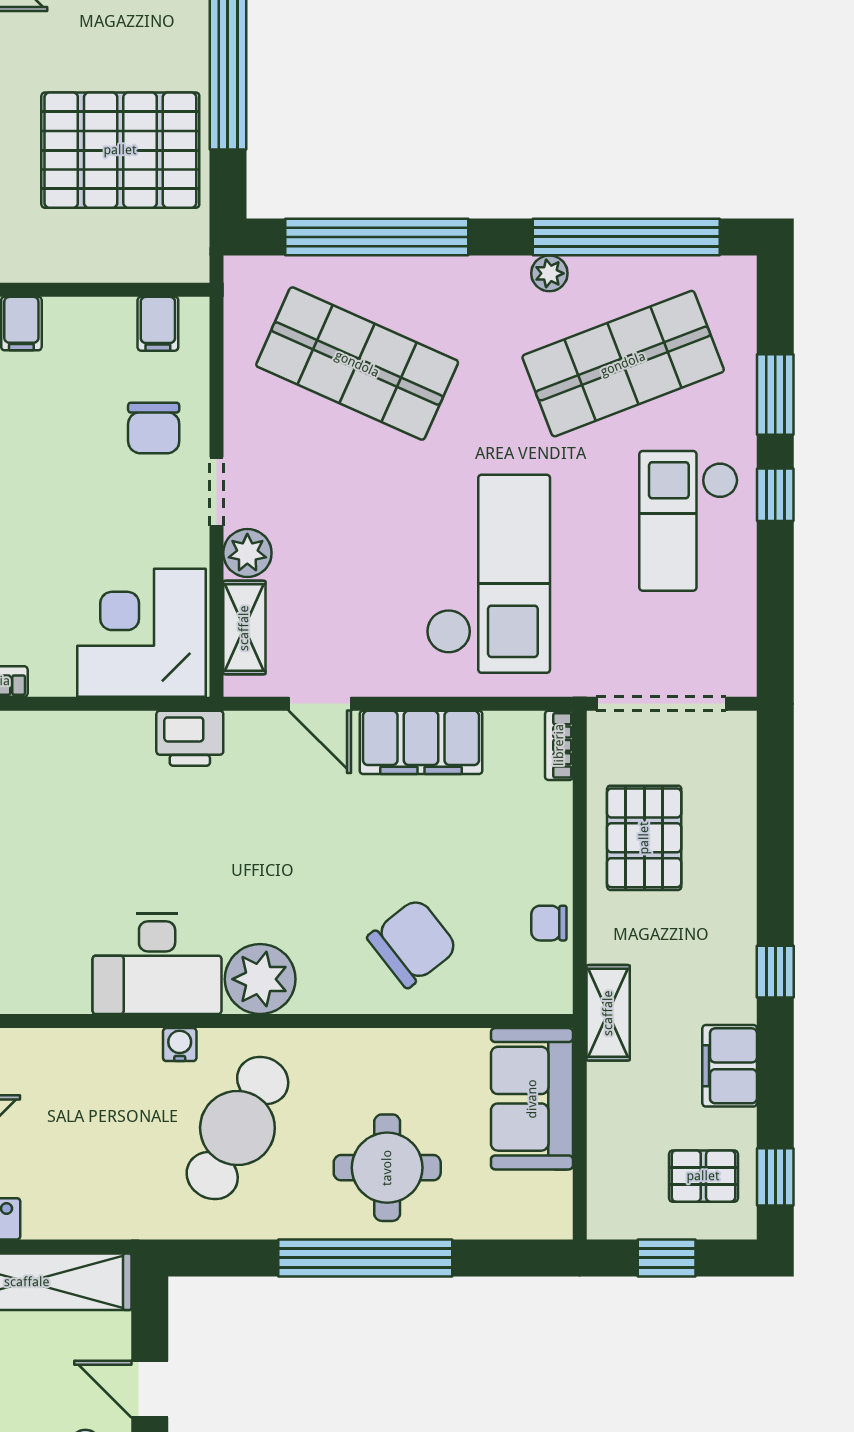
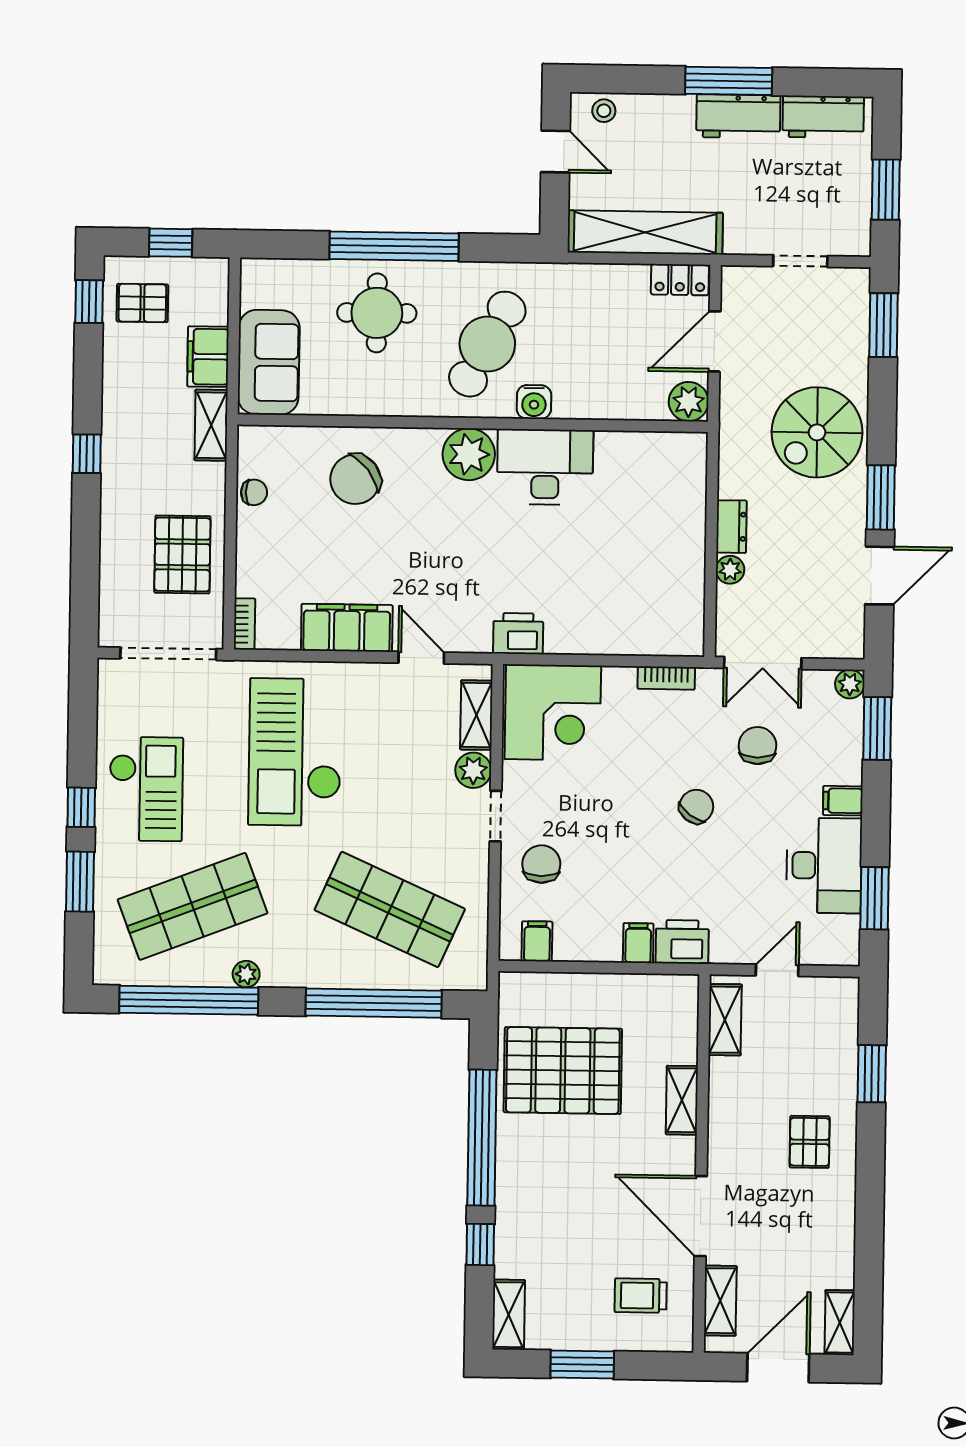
water cooler: (180, 1045) -> (534, 402), width x1.38, depth x1.38
filing cabinet: (730, 1066) -> (208, 357), moved, turned 180

